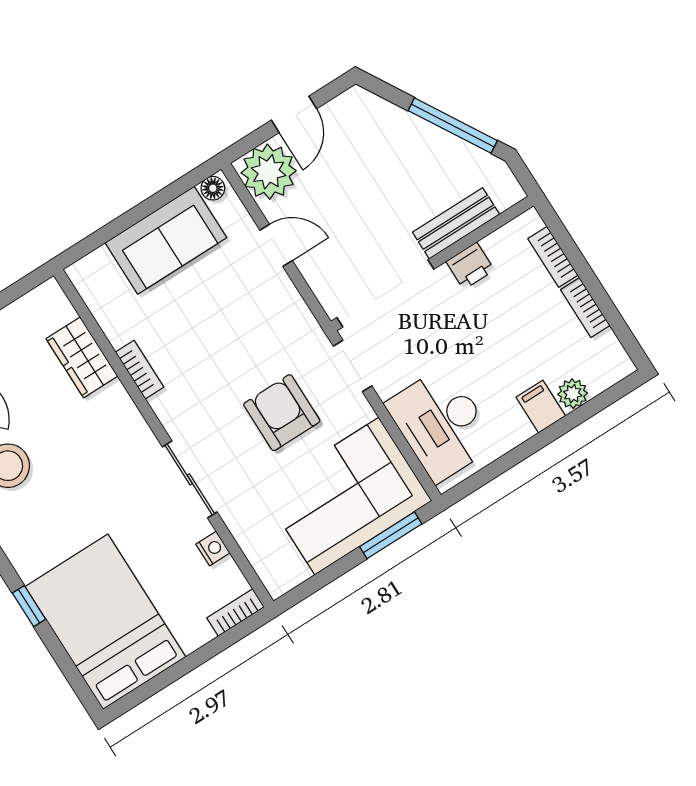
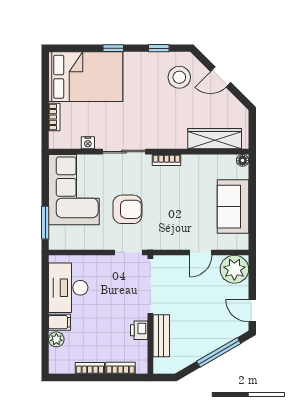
door: (294, 114) -> (252, 311), moved
window: (453, 126) -> (219, 352), moved
floor lamp: (213, 188) -> (243, 160), moved
wardrobe: (82, 357) -> (215, 139), width x1.50
bookcase: (140, 370) -> (167, 160), moved
desk: (441, 424) -> (68, 288), moved, turned -90
corner sofa: (347, 496) -> (74, 190), moved
bookcase: (236, 612) -> (54, 117), moved

